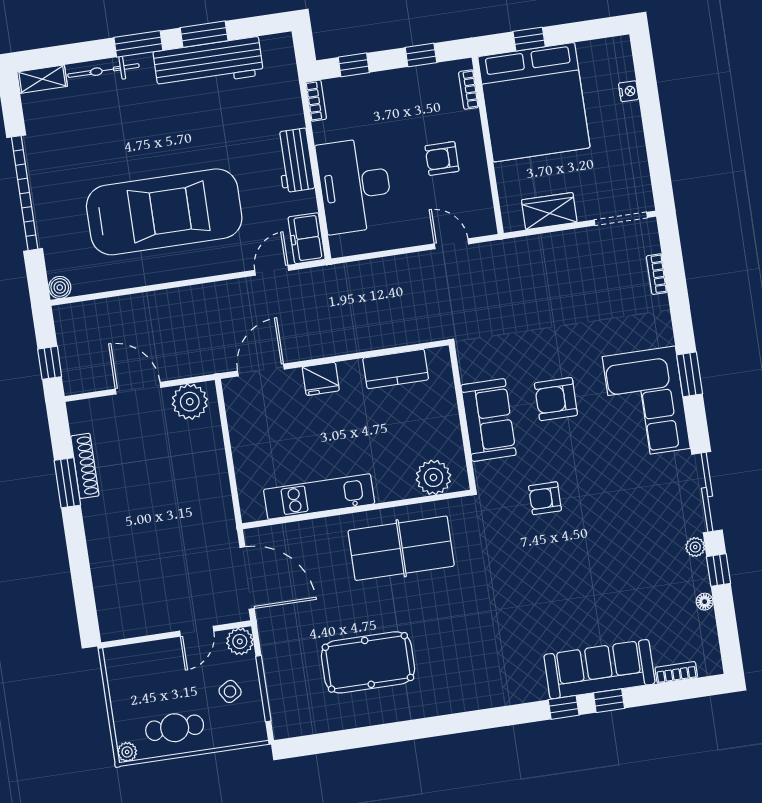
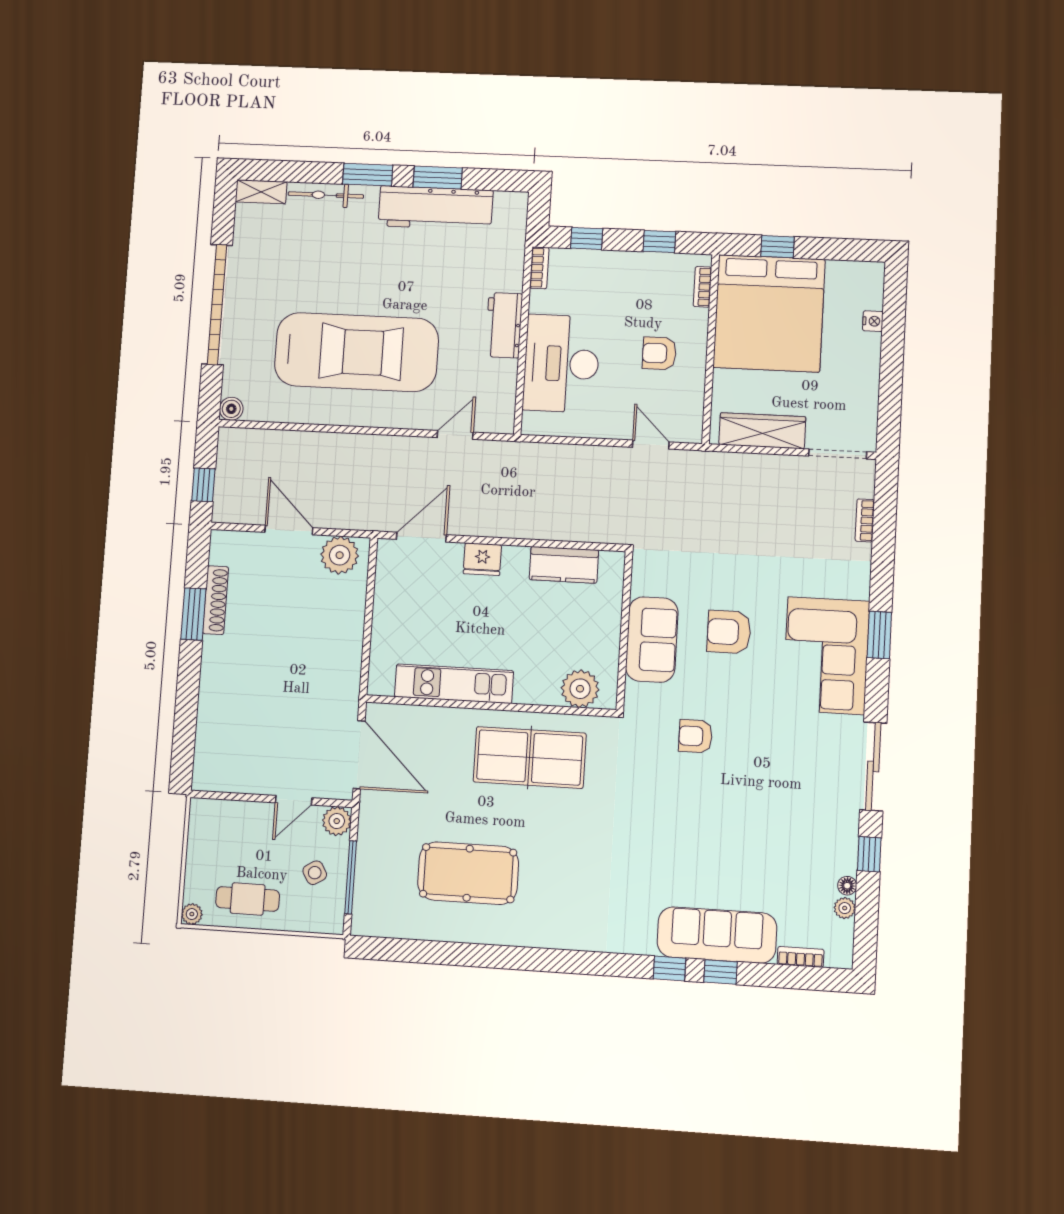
wardrobe: (549, 211) -> (762, 431), width x1.50
freezer: (307, 238) -> (499, 409), removed
plant: (695, 547) -> (845, 908), moved

